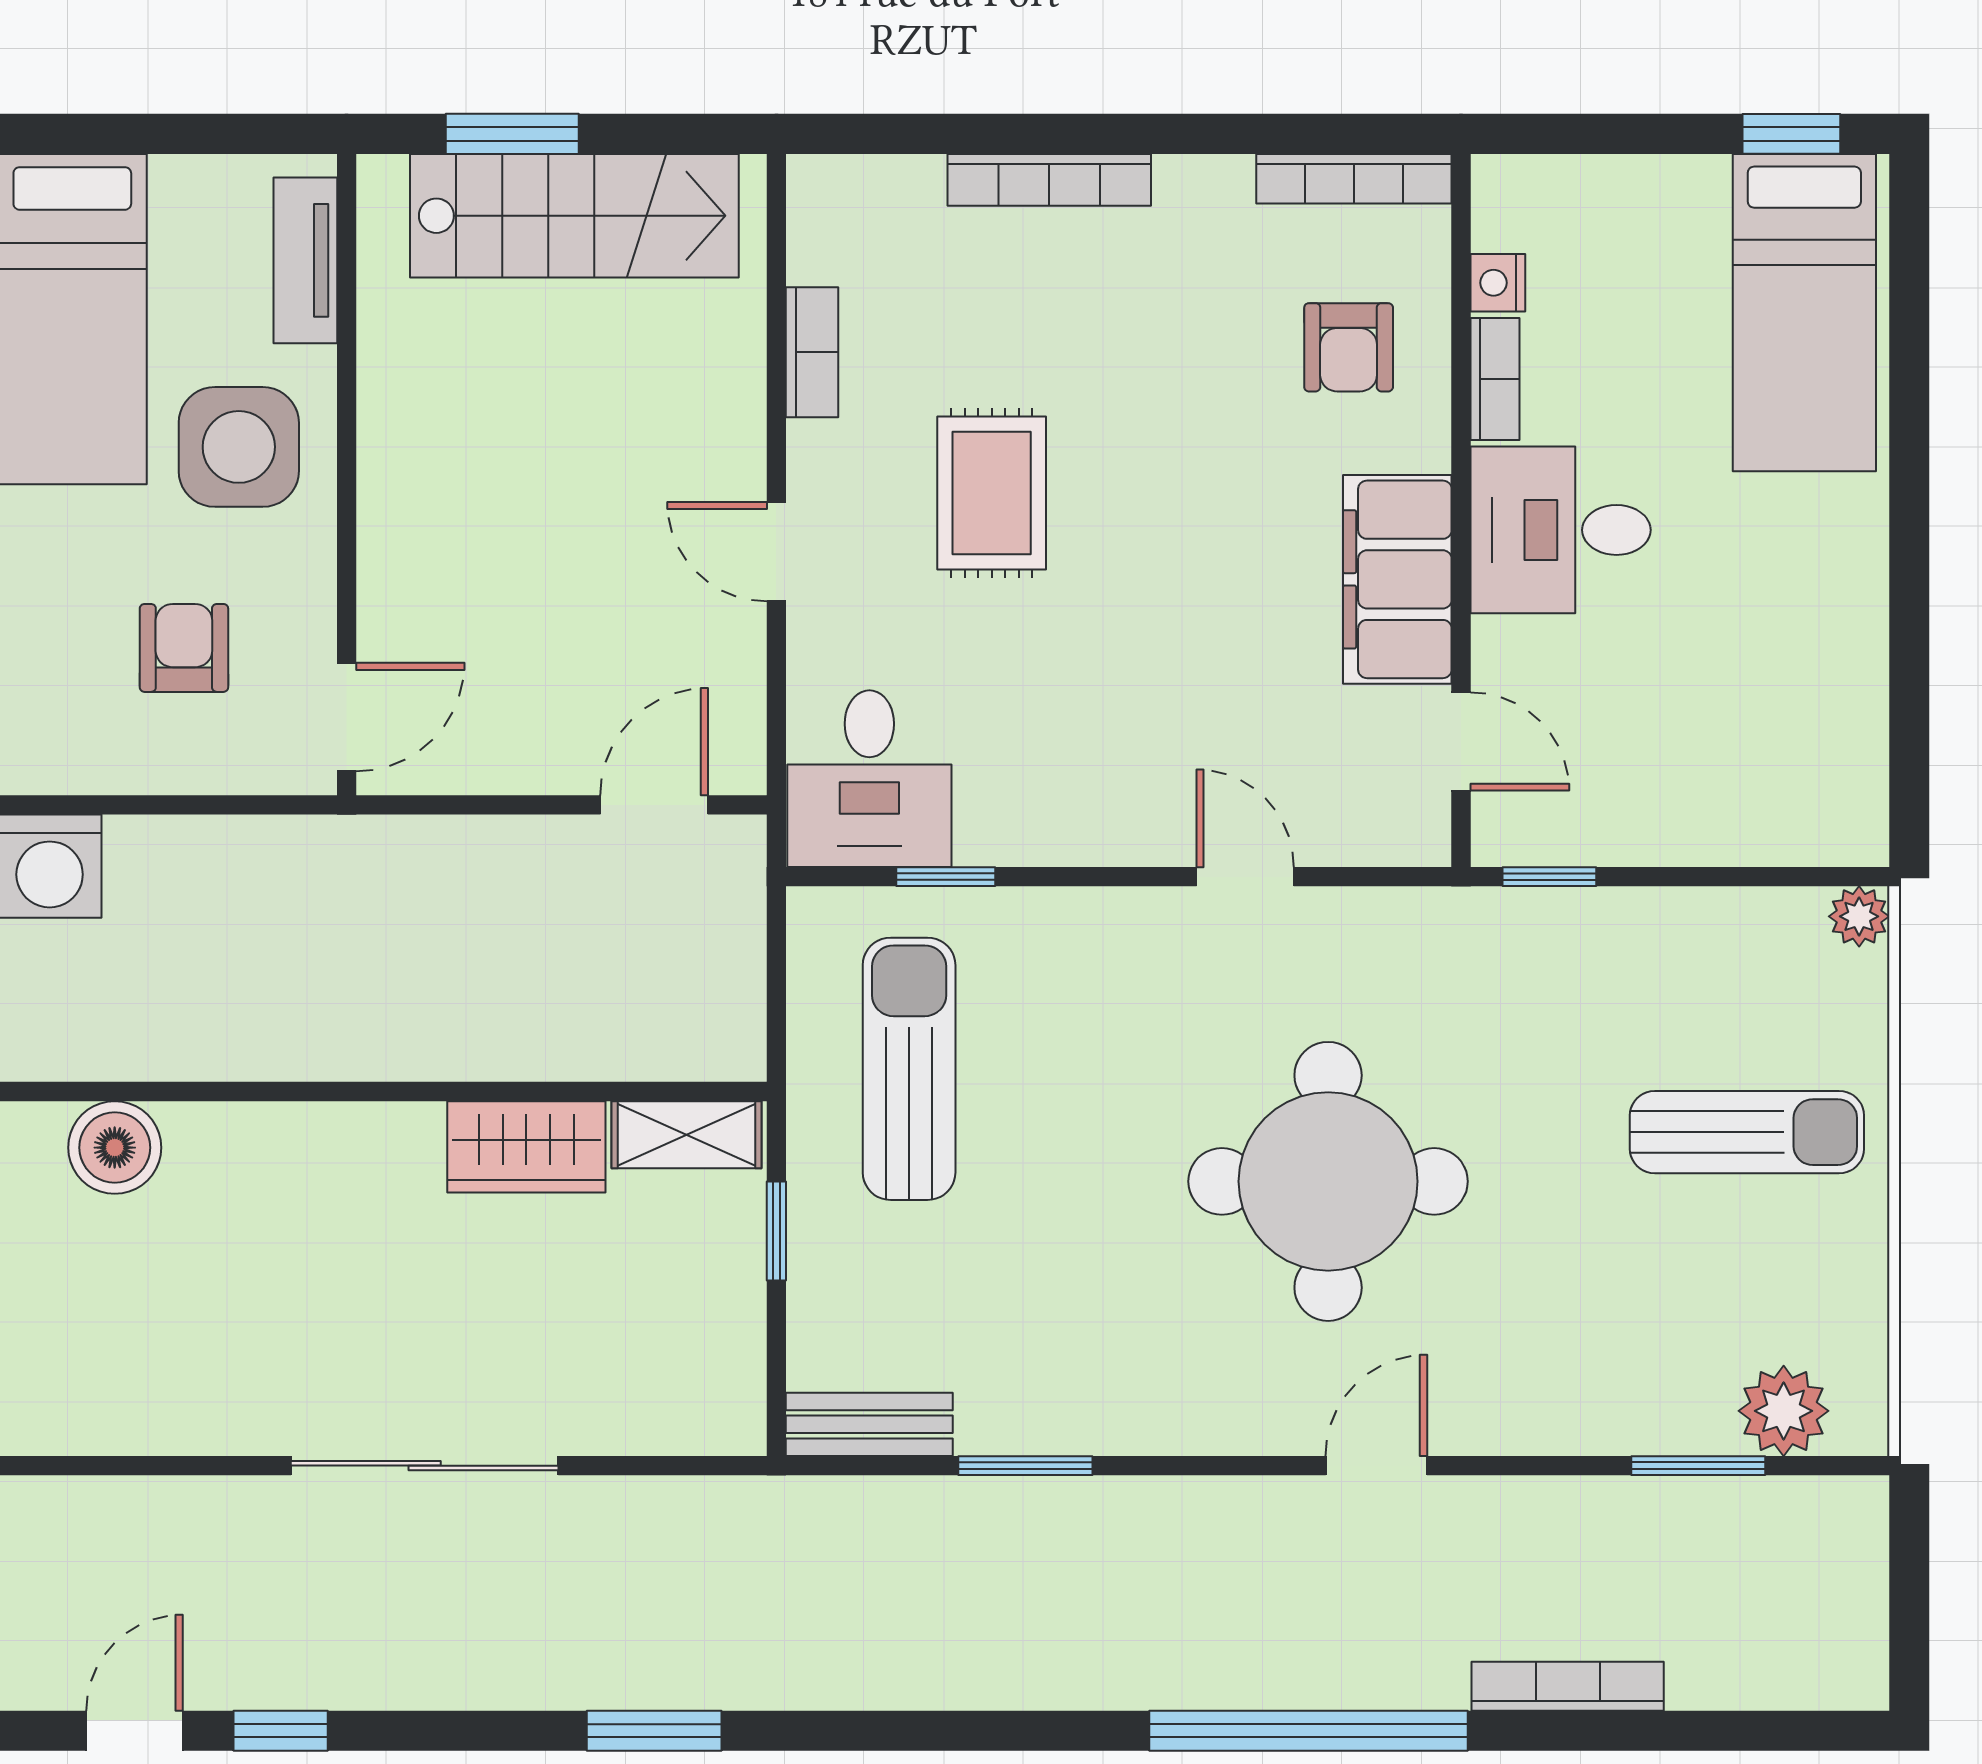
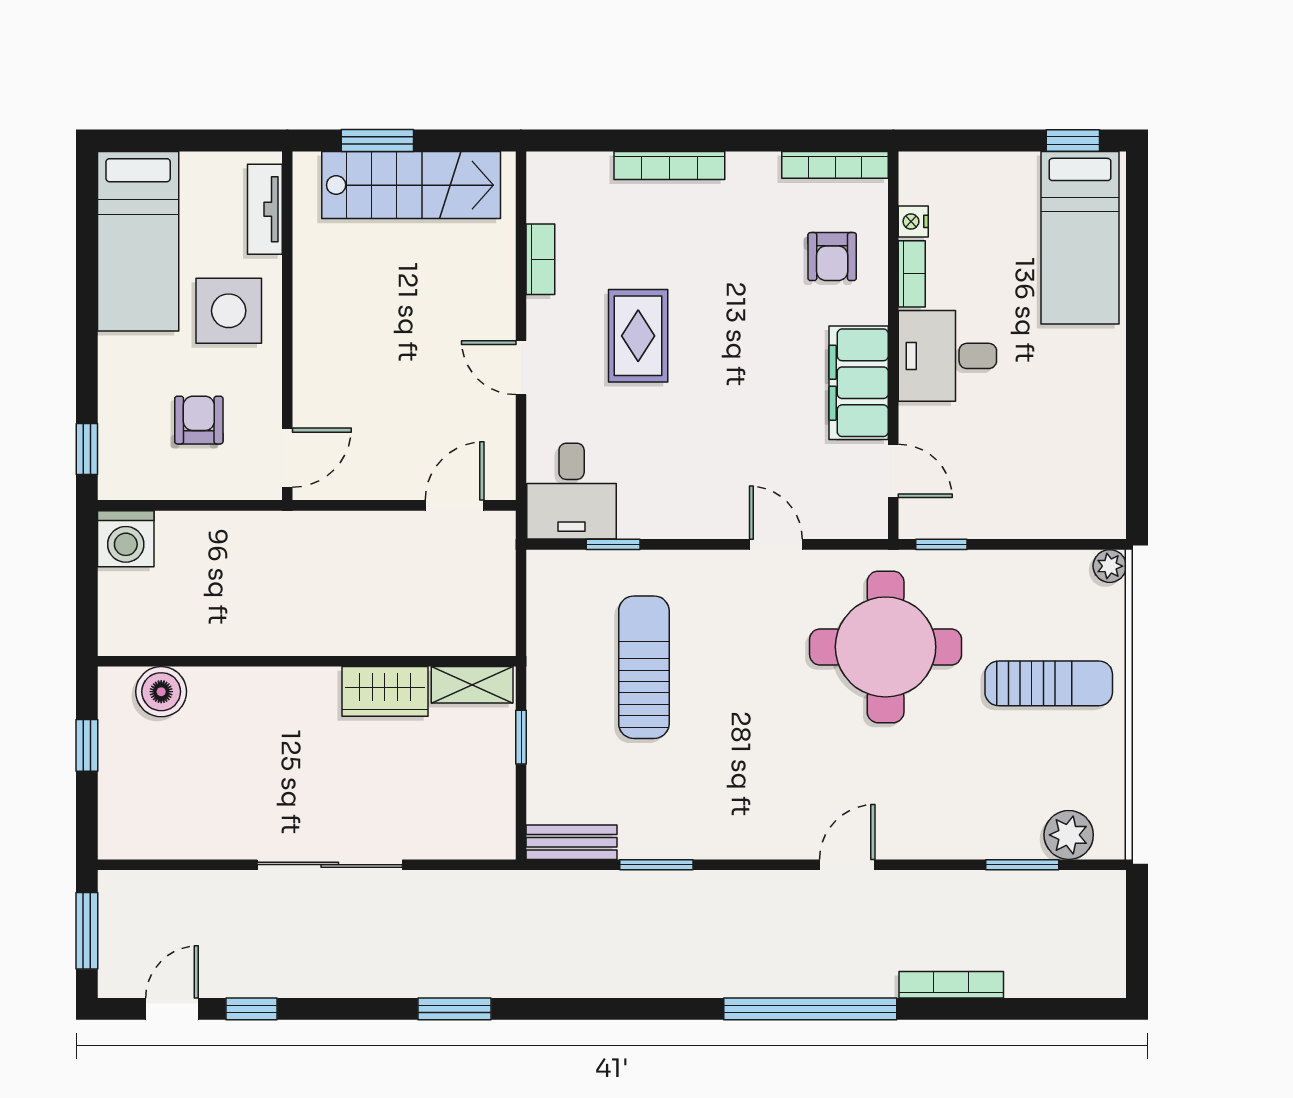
sun lounger: (909, 1069) -> (644, 667), moved
round table: (1328, 1181) -> (886, 647), moved

